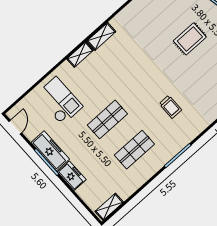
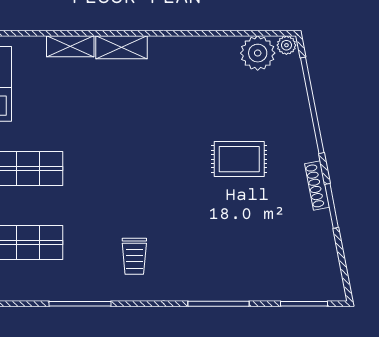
trolley: (170, 107) -> (134, 256), moved

